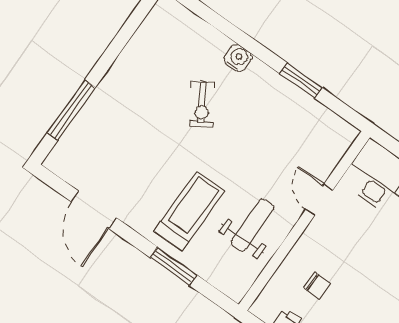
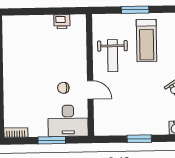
chair: (317, 286) -> (63, 88), moved

